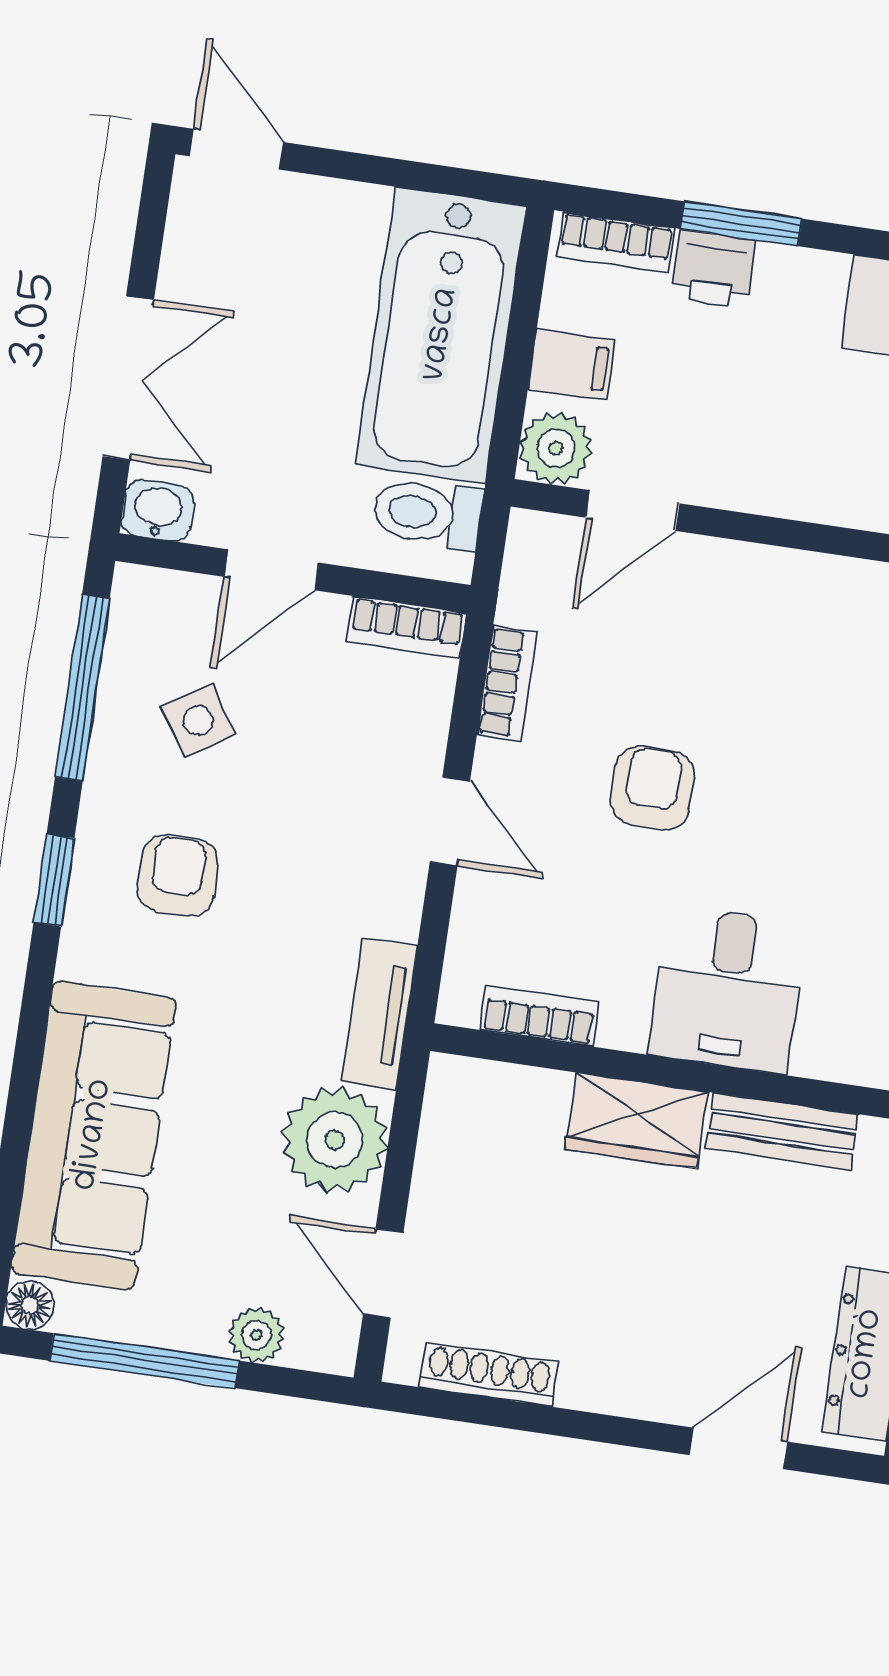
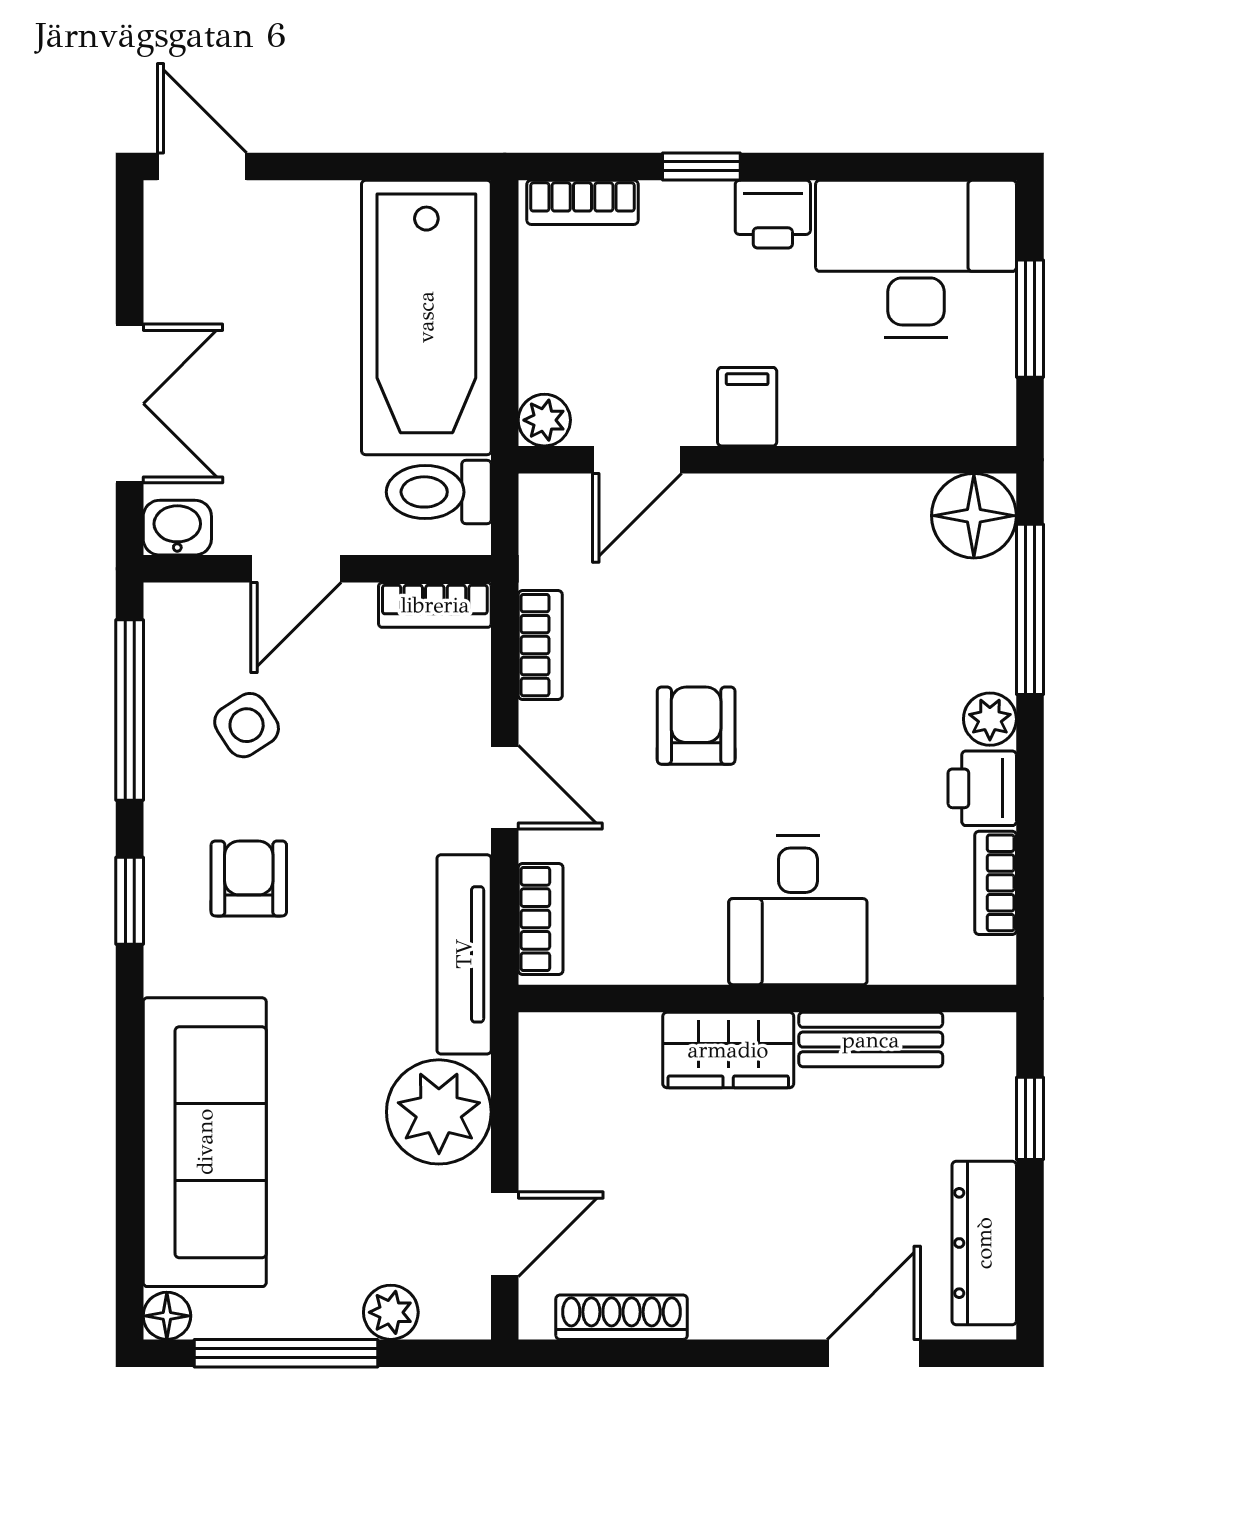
window: (741, 224) -> (701, 166), width x0.67
printer: (713, 269) -> (773, 214), moved
filing cabinet: (572, 365) -> (747, 407), moved, turned -90
plant: (556, 448) -> (544, 420), width x0.73, depth x0.73
tv unit: (380, 1014) -> (464, 954), width x1.41
bookcase: (539, 1016) -> (541, 919), moved, turned 90
door: (383, 1273) -> (505, 1234), swing flipped

